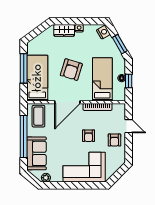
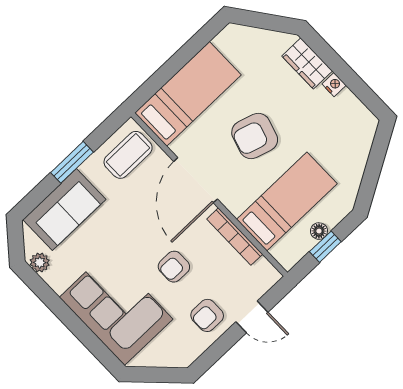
nightstand: (103, 32) -> (365, 130), removed
window: (120, 44) -> (371, 175), removed
window: (24, 68) -> (183, 57), removed
door: (67, 102) -> (196, 180), hinge flipped
door: (129, 126) -> (252, 317), hinge flipped
window: (24, 136) -> (72, 162), width x0.47

